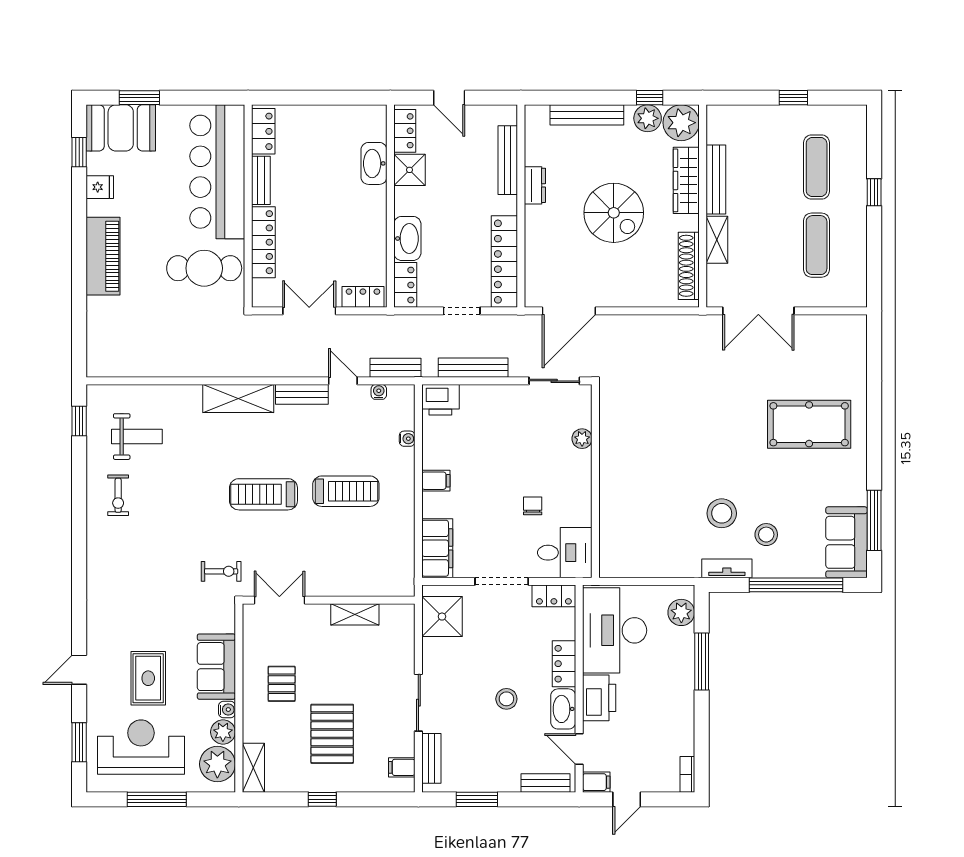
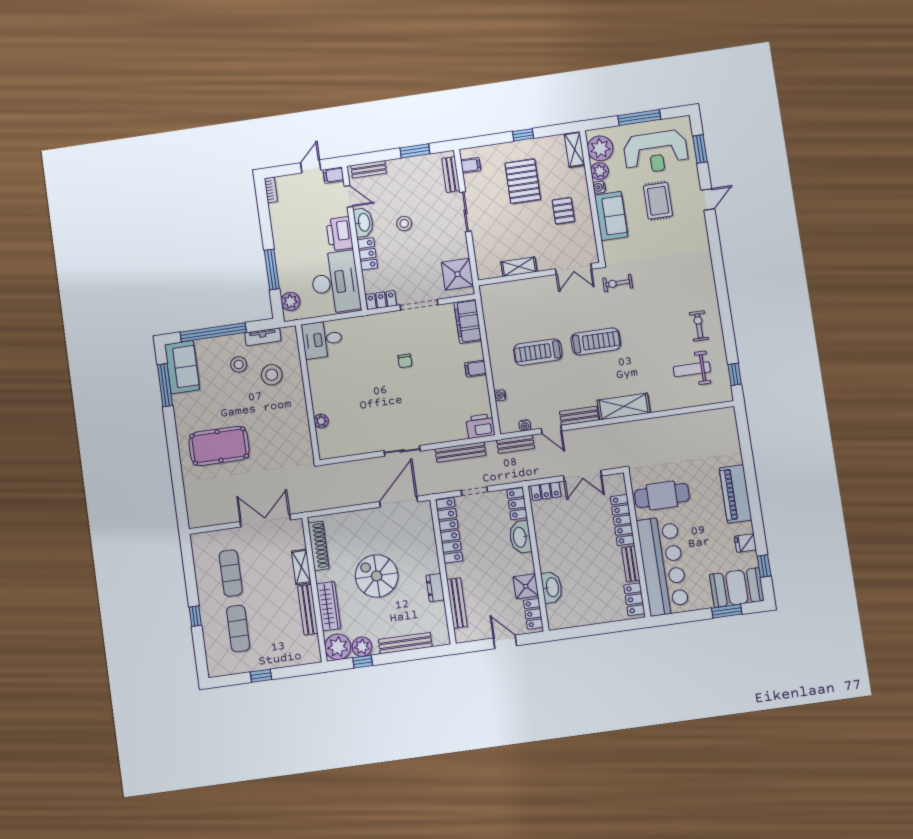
plant: (582, 439) -> (321, 421), moved
wall: (595, 481) -> (308, 393), moved
desk: (565, 553) -> (322, 339), moved

